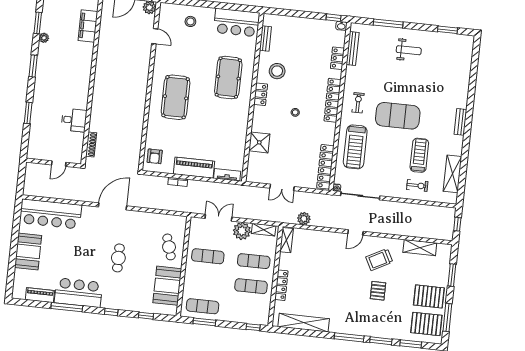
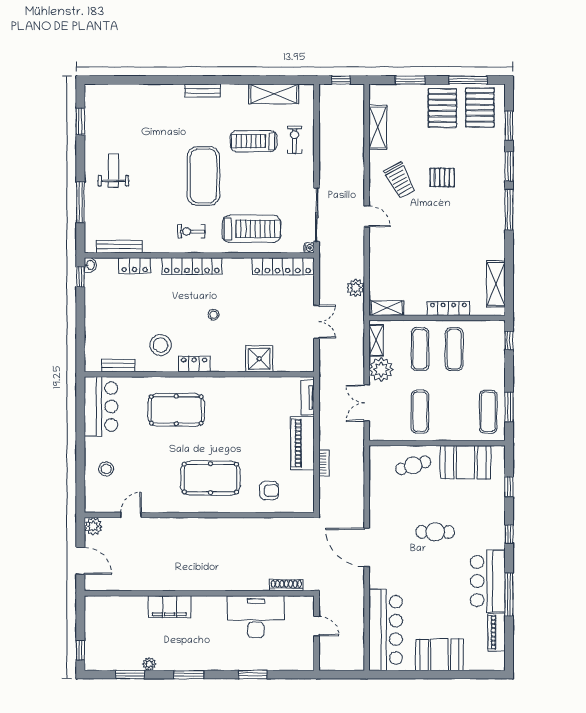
filing cabinet: (88, 26) -> (169, 607), moved
desk: (74, 120) -> (256, 617), width x1.87, depth x1.30
armchair: (155, 156) -> (269, 491), moved
shelving: (304, 323) -> (496, 284), width x0.68

